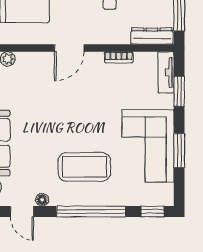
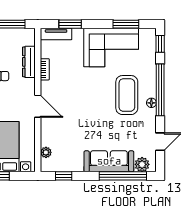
dresser: (152, 36) -> (29, 62), moved
window: (179, 151) -> (126, 24), moved
floor lamp: (42, 200) -> (151, 103), moved

